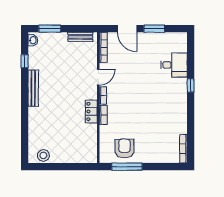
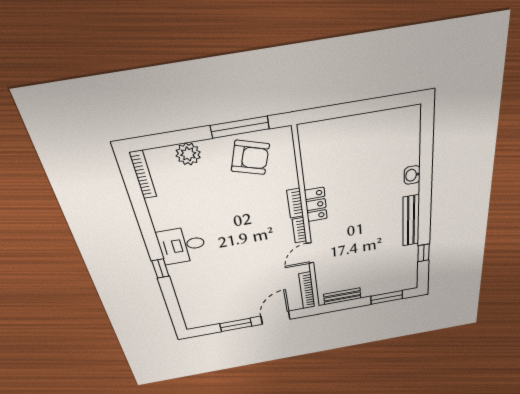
door: (127, 29) -> (275, 318), hinge flipped
washbasin: (33, 40) -> (412, 175), moved
desk: (174, 65) -> (182, 245), moved
armchair: (124, 148) -> (250, 158), turned -73
stool: (43, 155) -> (394, 121), removed
plant: (157, 156) -> (188, 154), added

